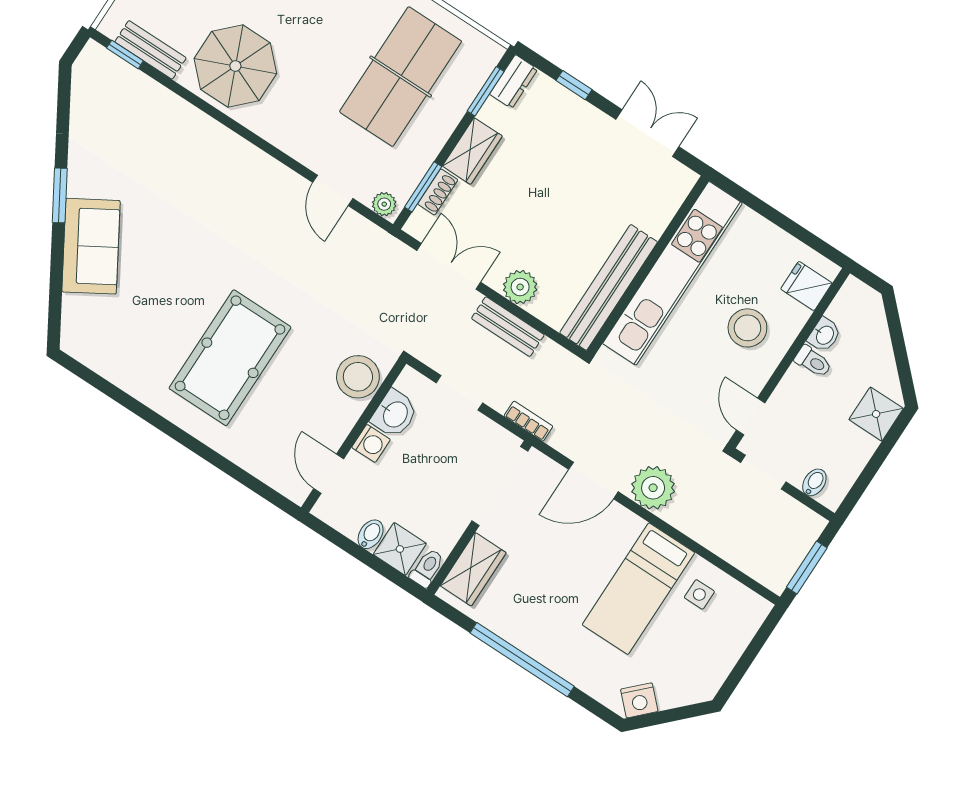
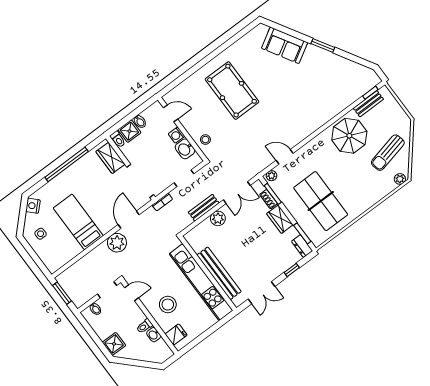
sofa: (91, 246) -> (285, 45), moved
bench: (609, 287) -> (219, 273), moved
stool: (358, 377) -> (205, 140), width x0.53, depth x0.53
side table: (699, 594) -> (41, 234), moved

